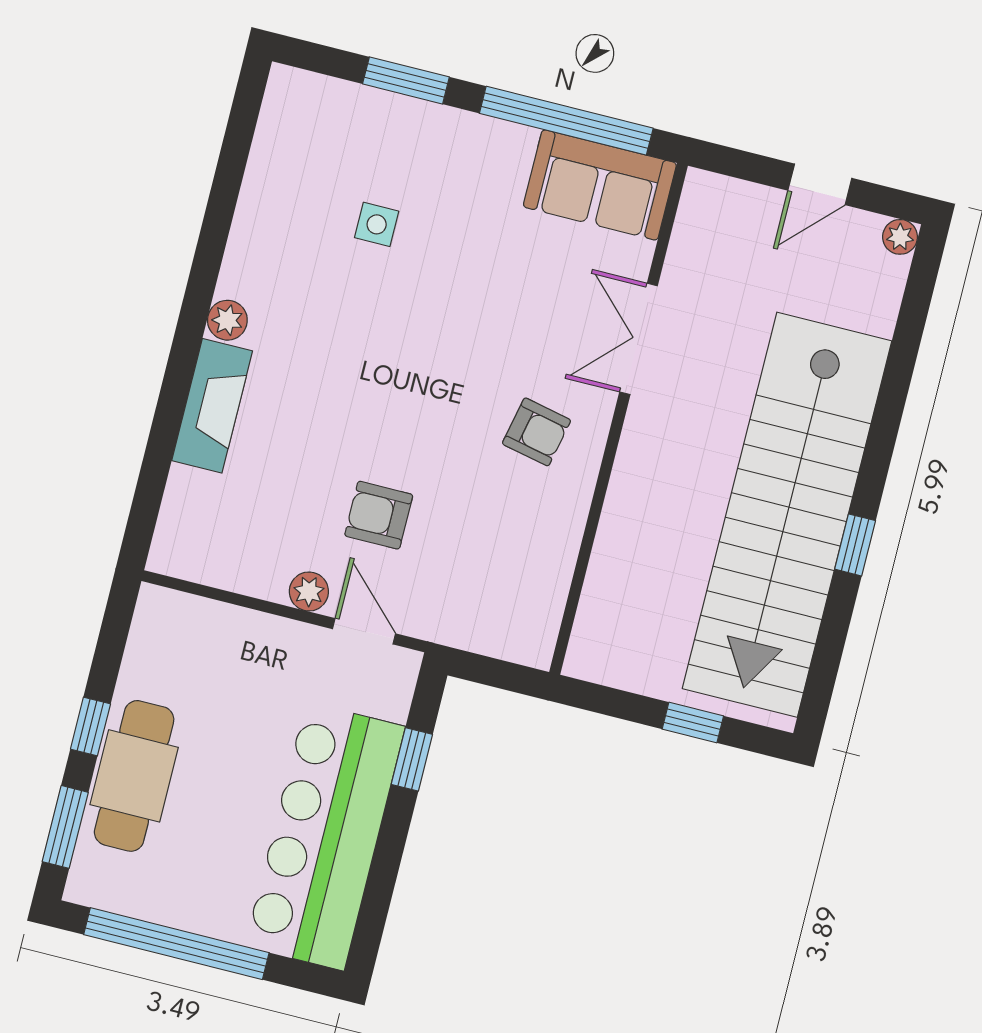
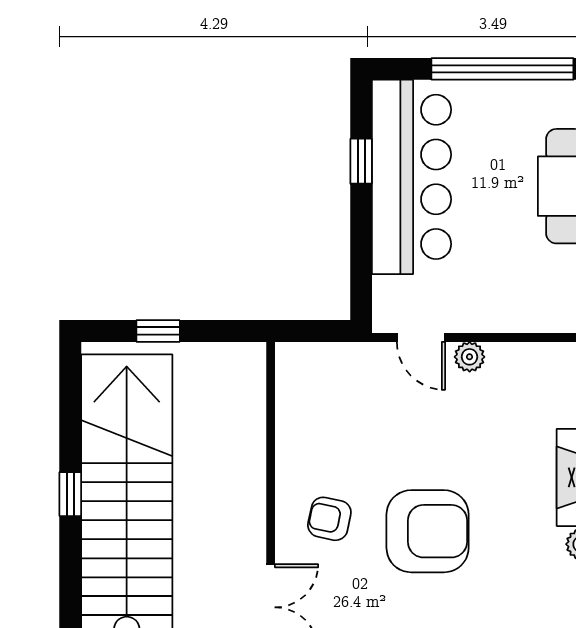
armchair: (379, 515) -> (428, 531), moved, width x1.88, depth x1.88
window: (412, 759) -> (361, 161), moved

